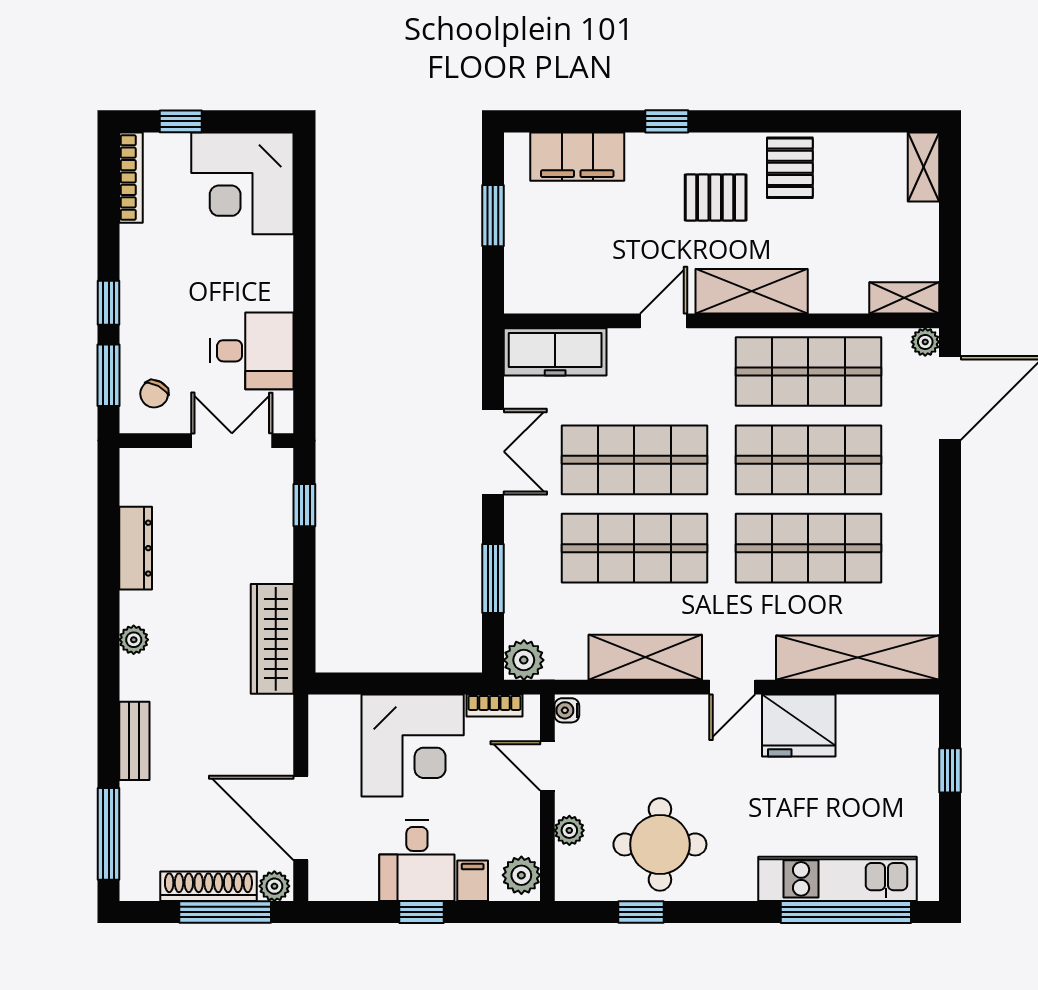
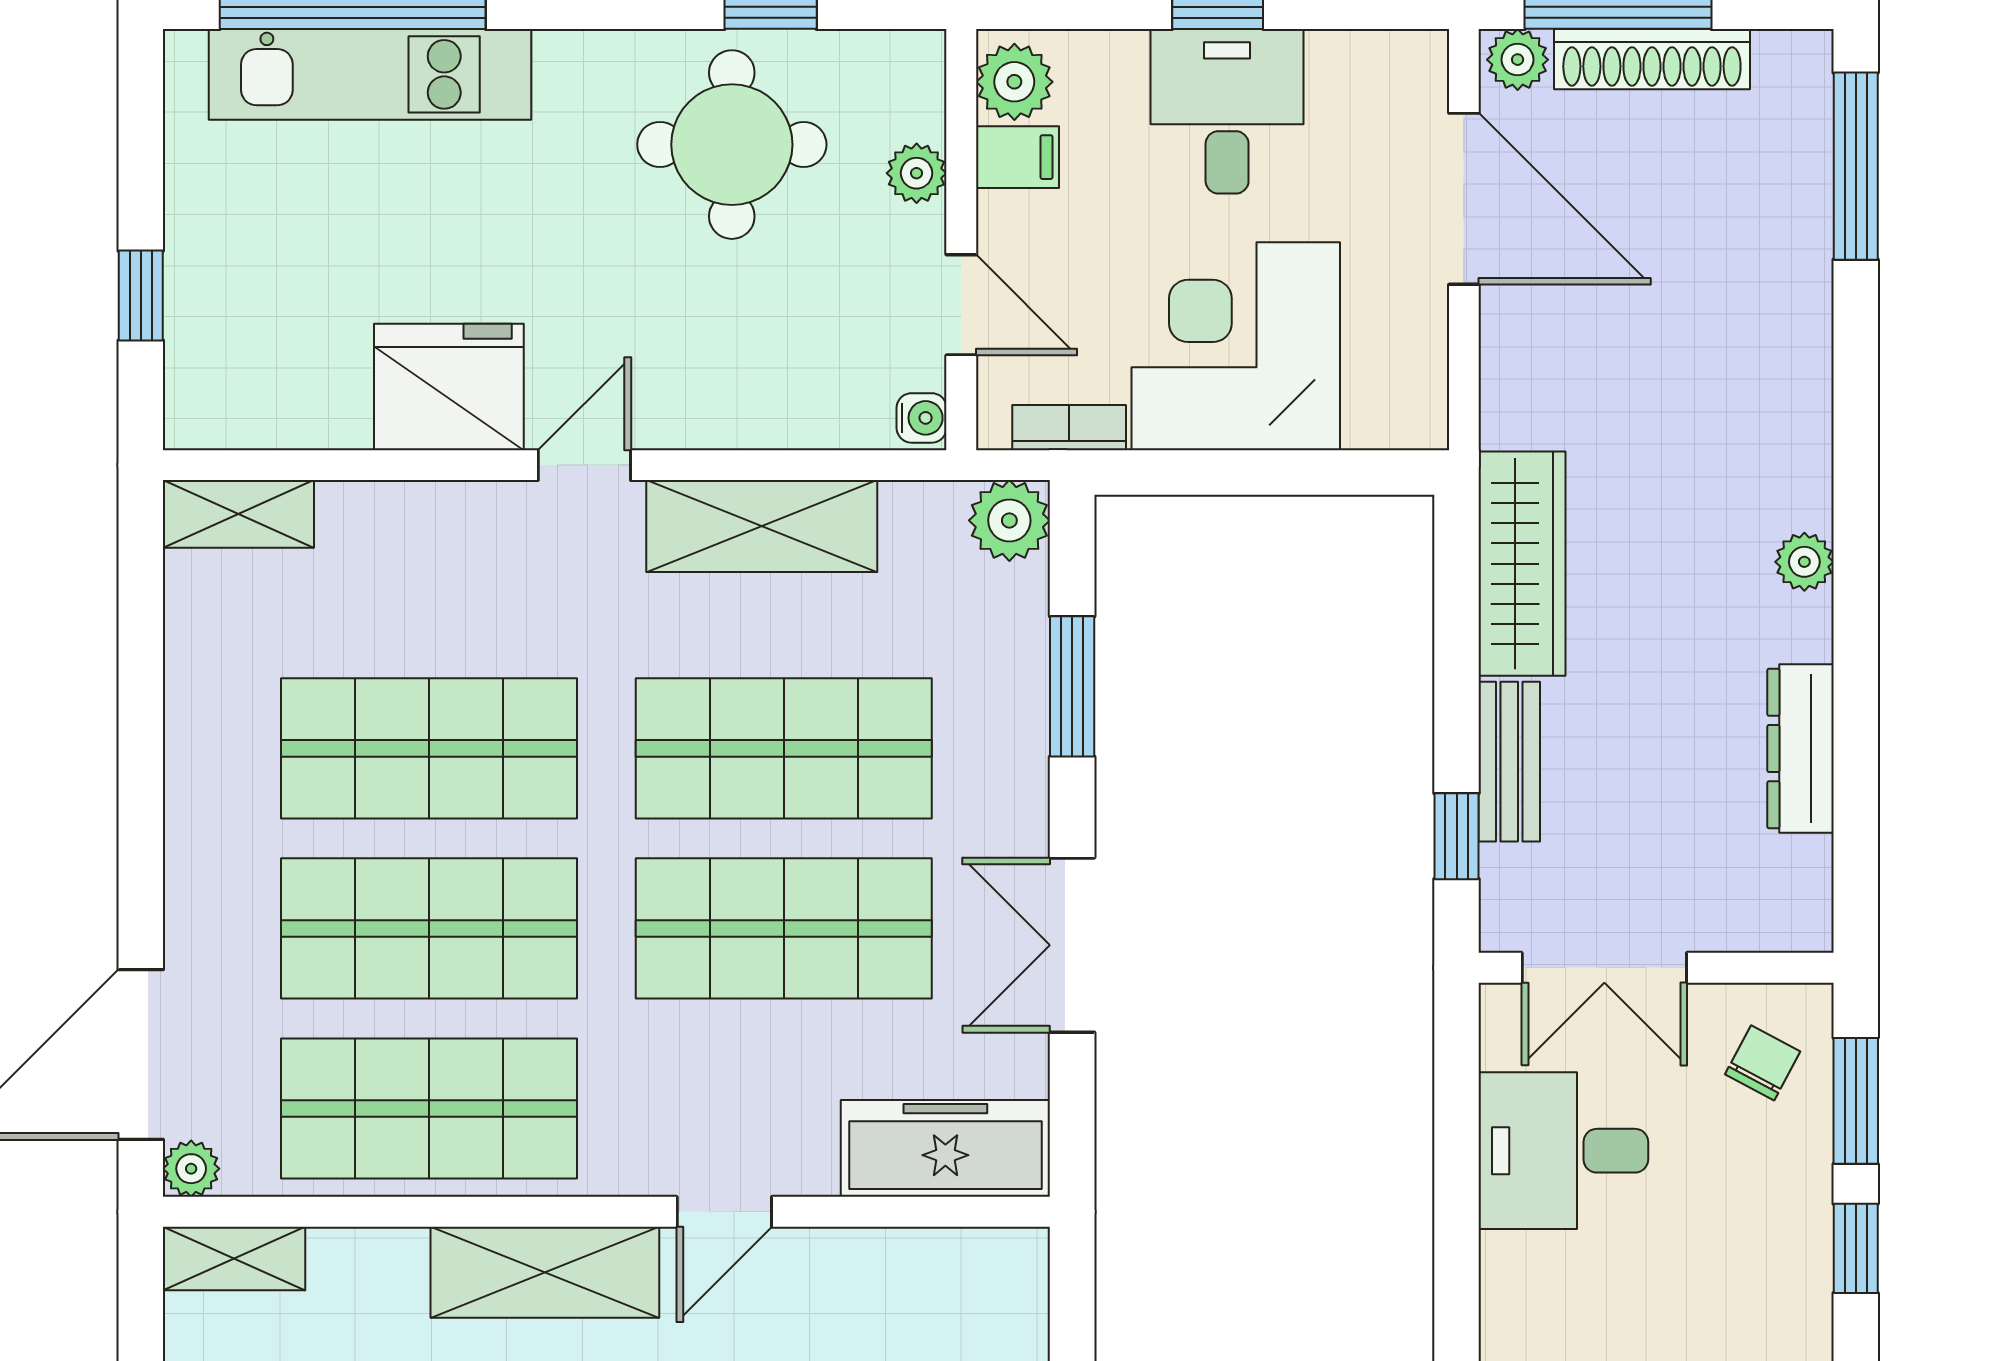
shelving: (858, 658) -> (238, 514), width x0.45, depth x0.75
bench: (134, 741) -> (1509, 762), moved
filing cabinet: (473, 881) -> (1017, 157), moved, turned -90

